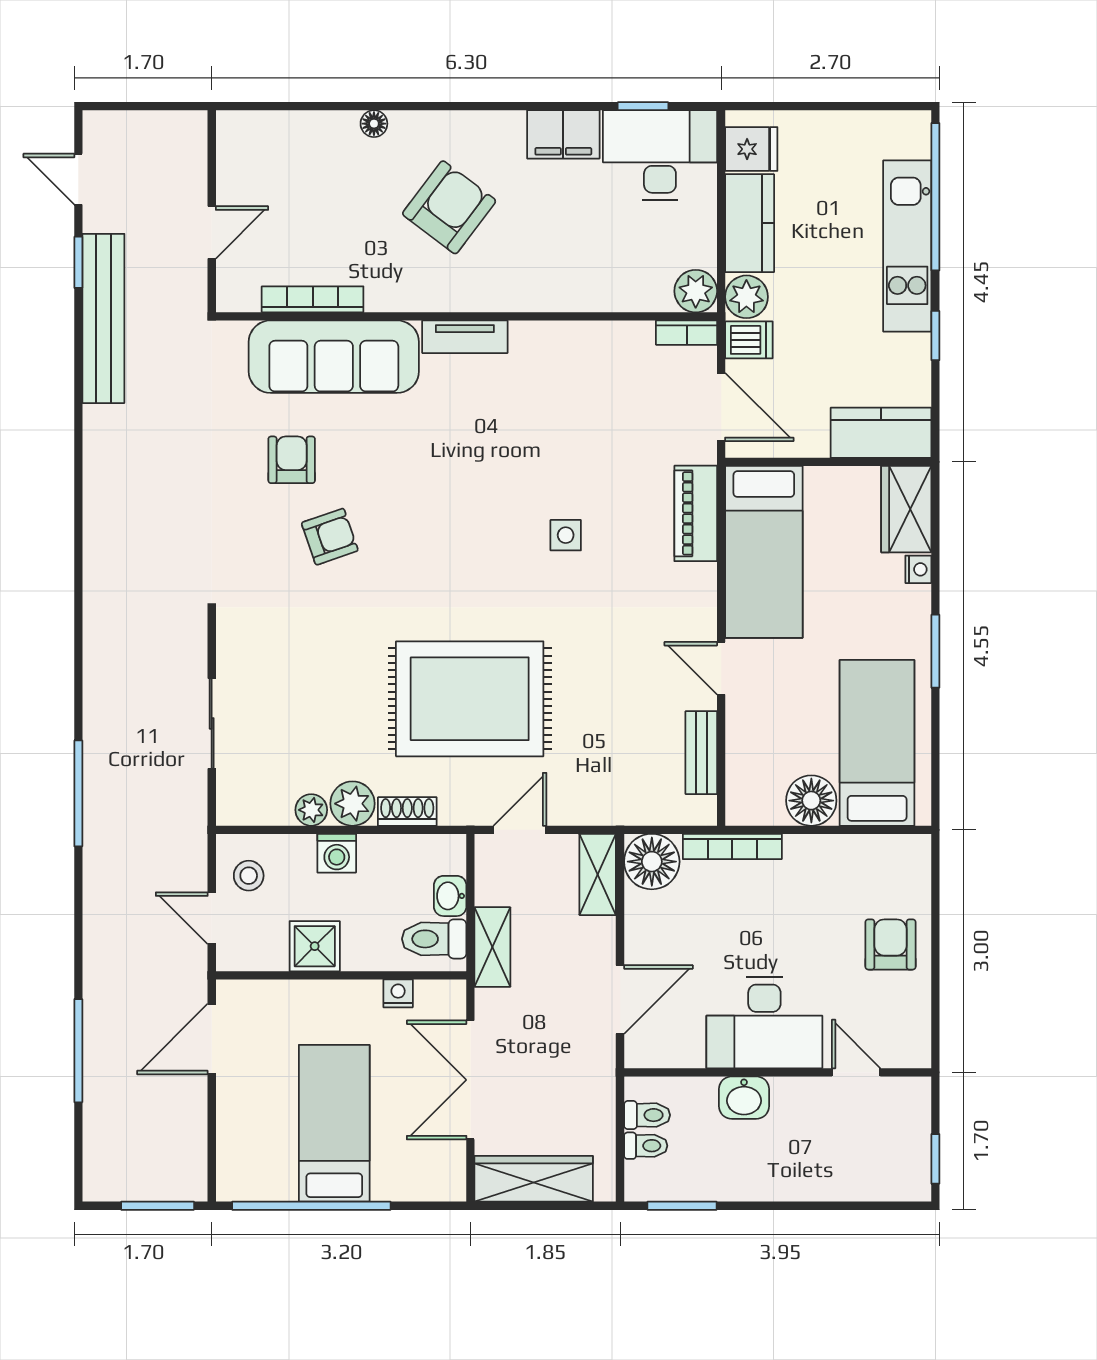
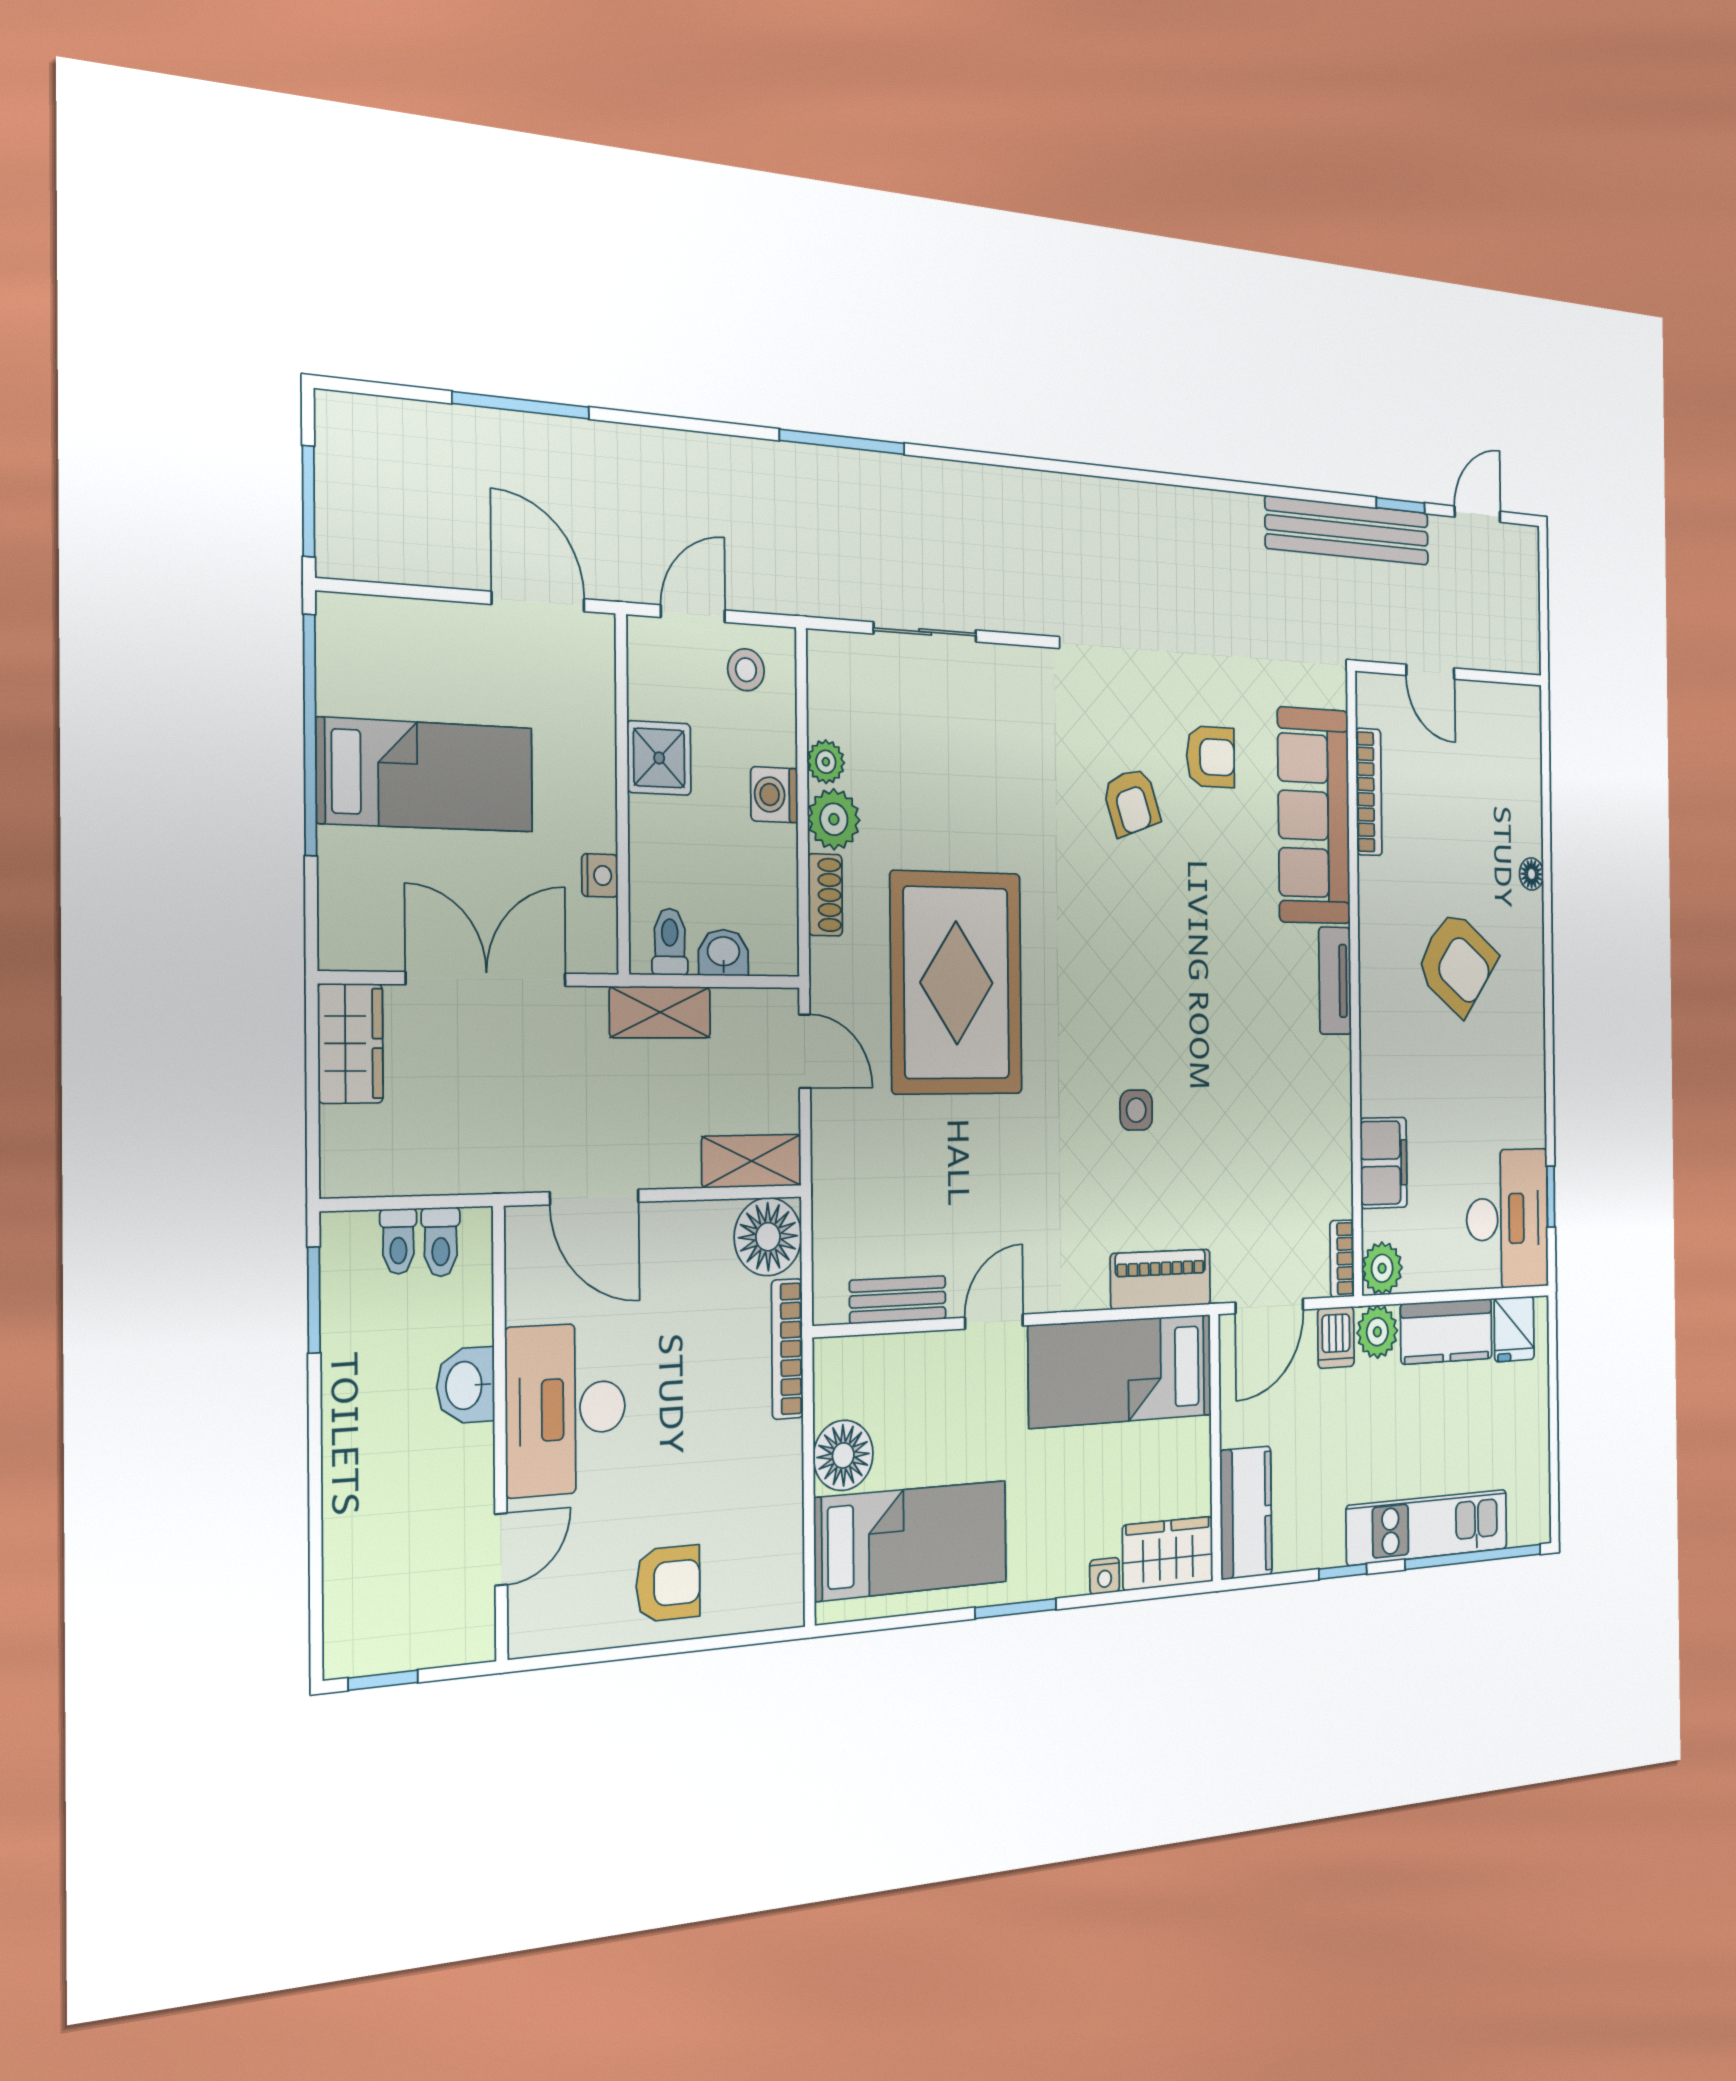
filing cabinet: (563, 134) -> (1384, 1163), moved, turned 180
toilet: (434, 939) -> (670, 942), width x0.73, depth x0.72
wardrobe: (534, 1179) -> (350, 1043), width x0.67

